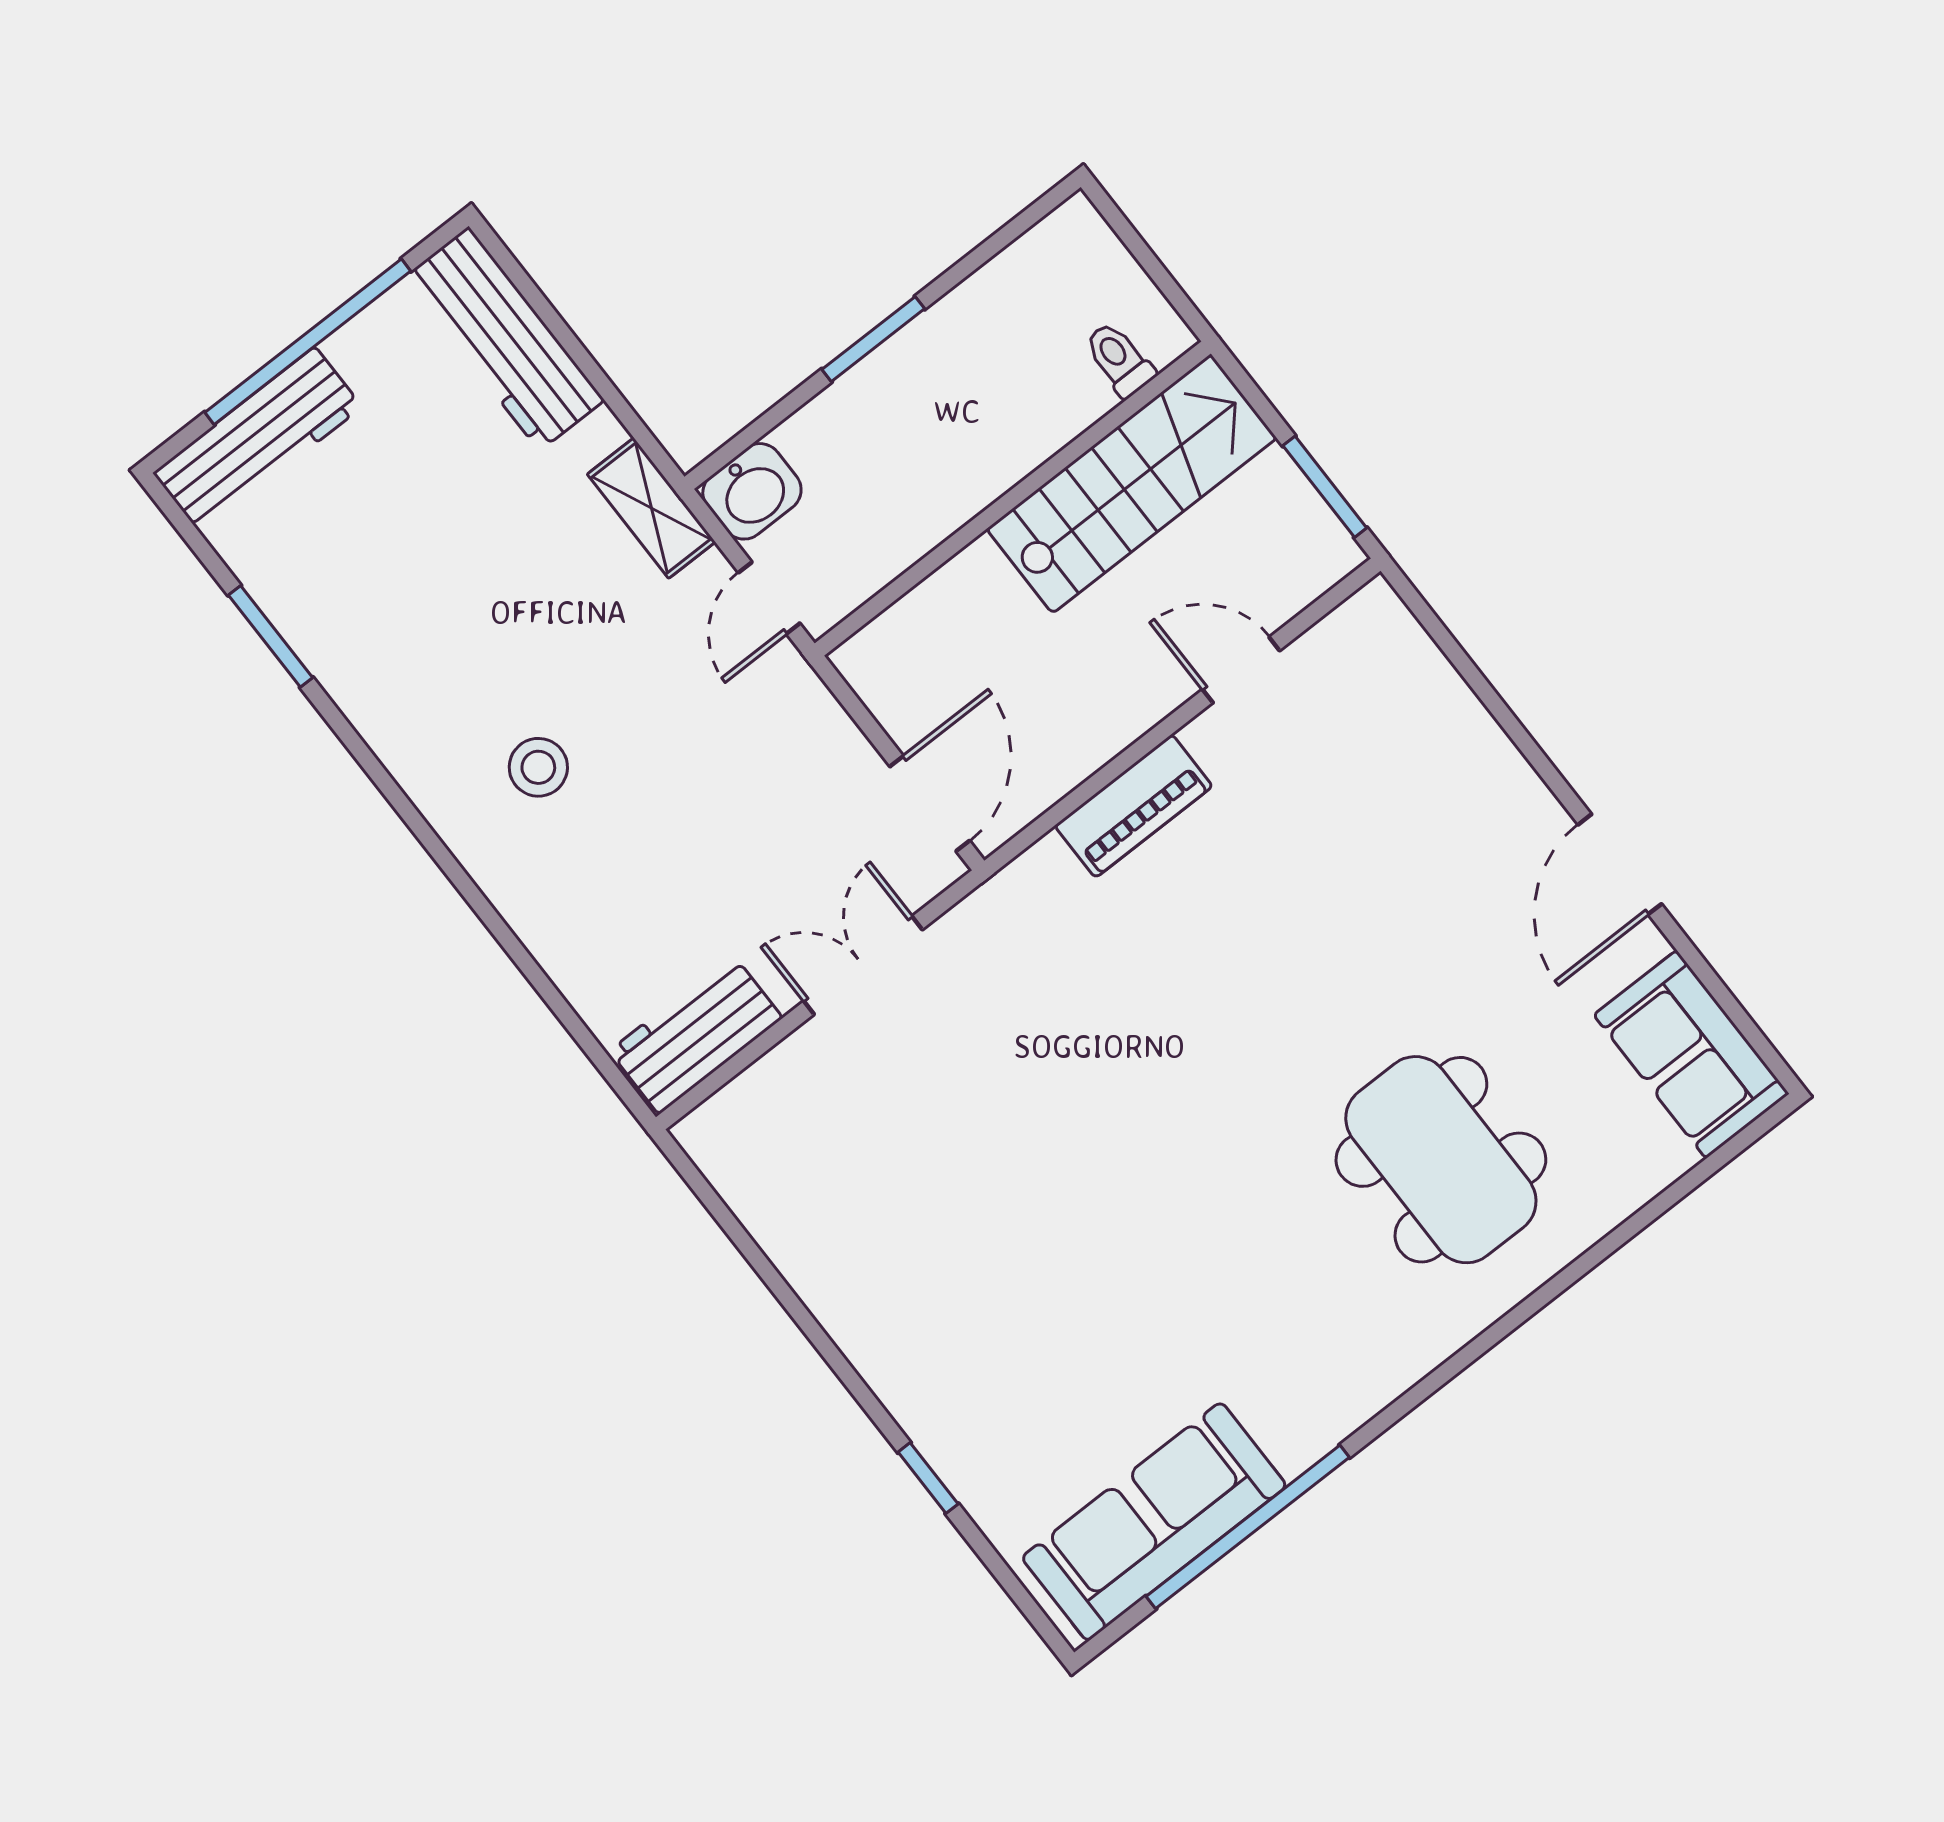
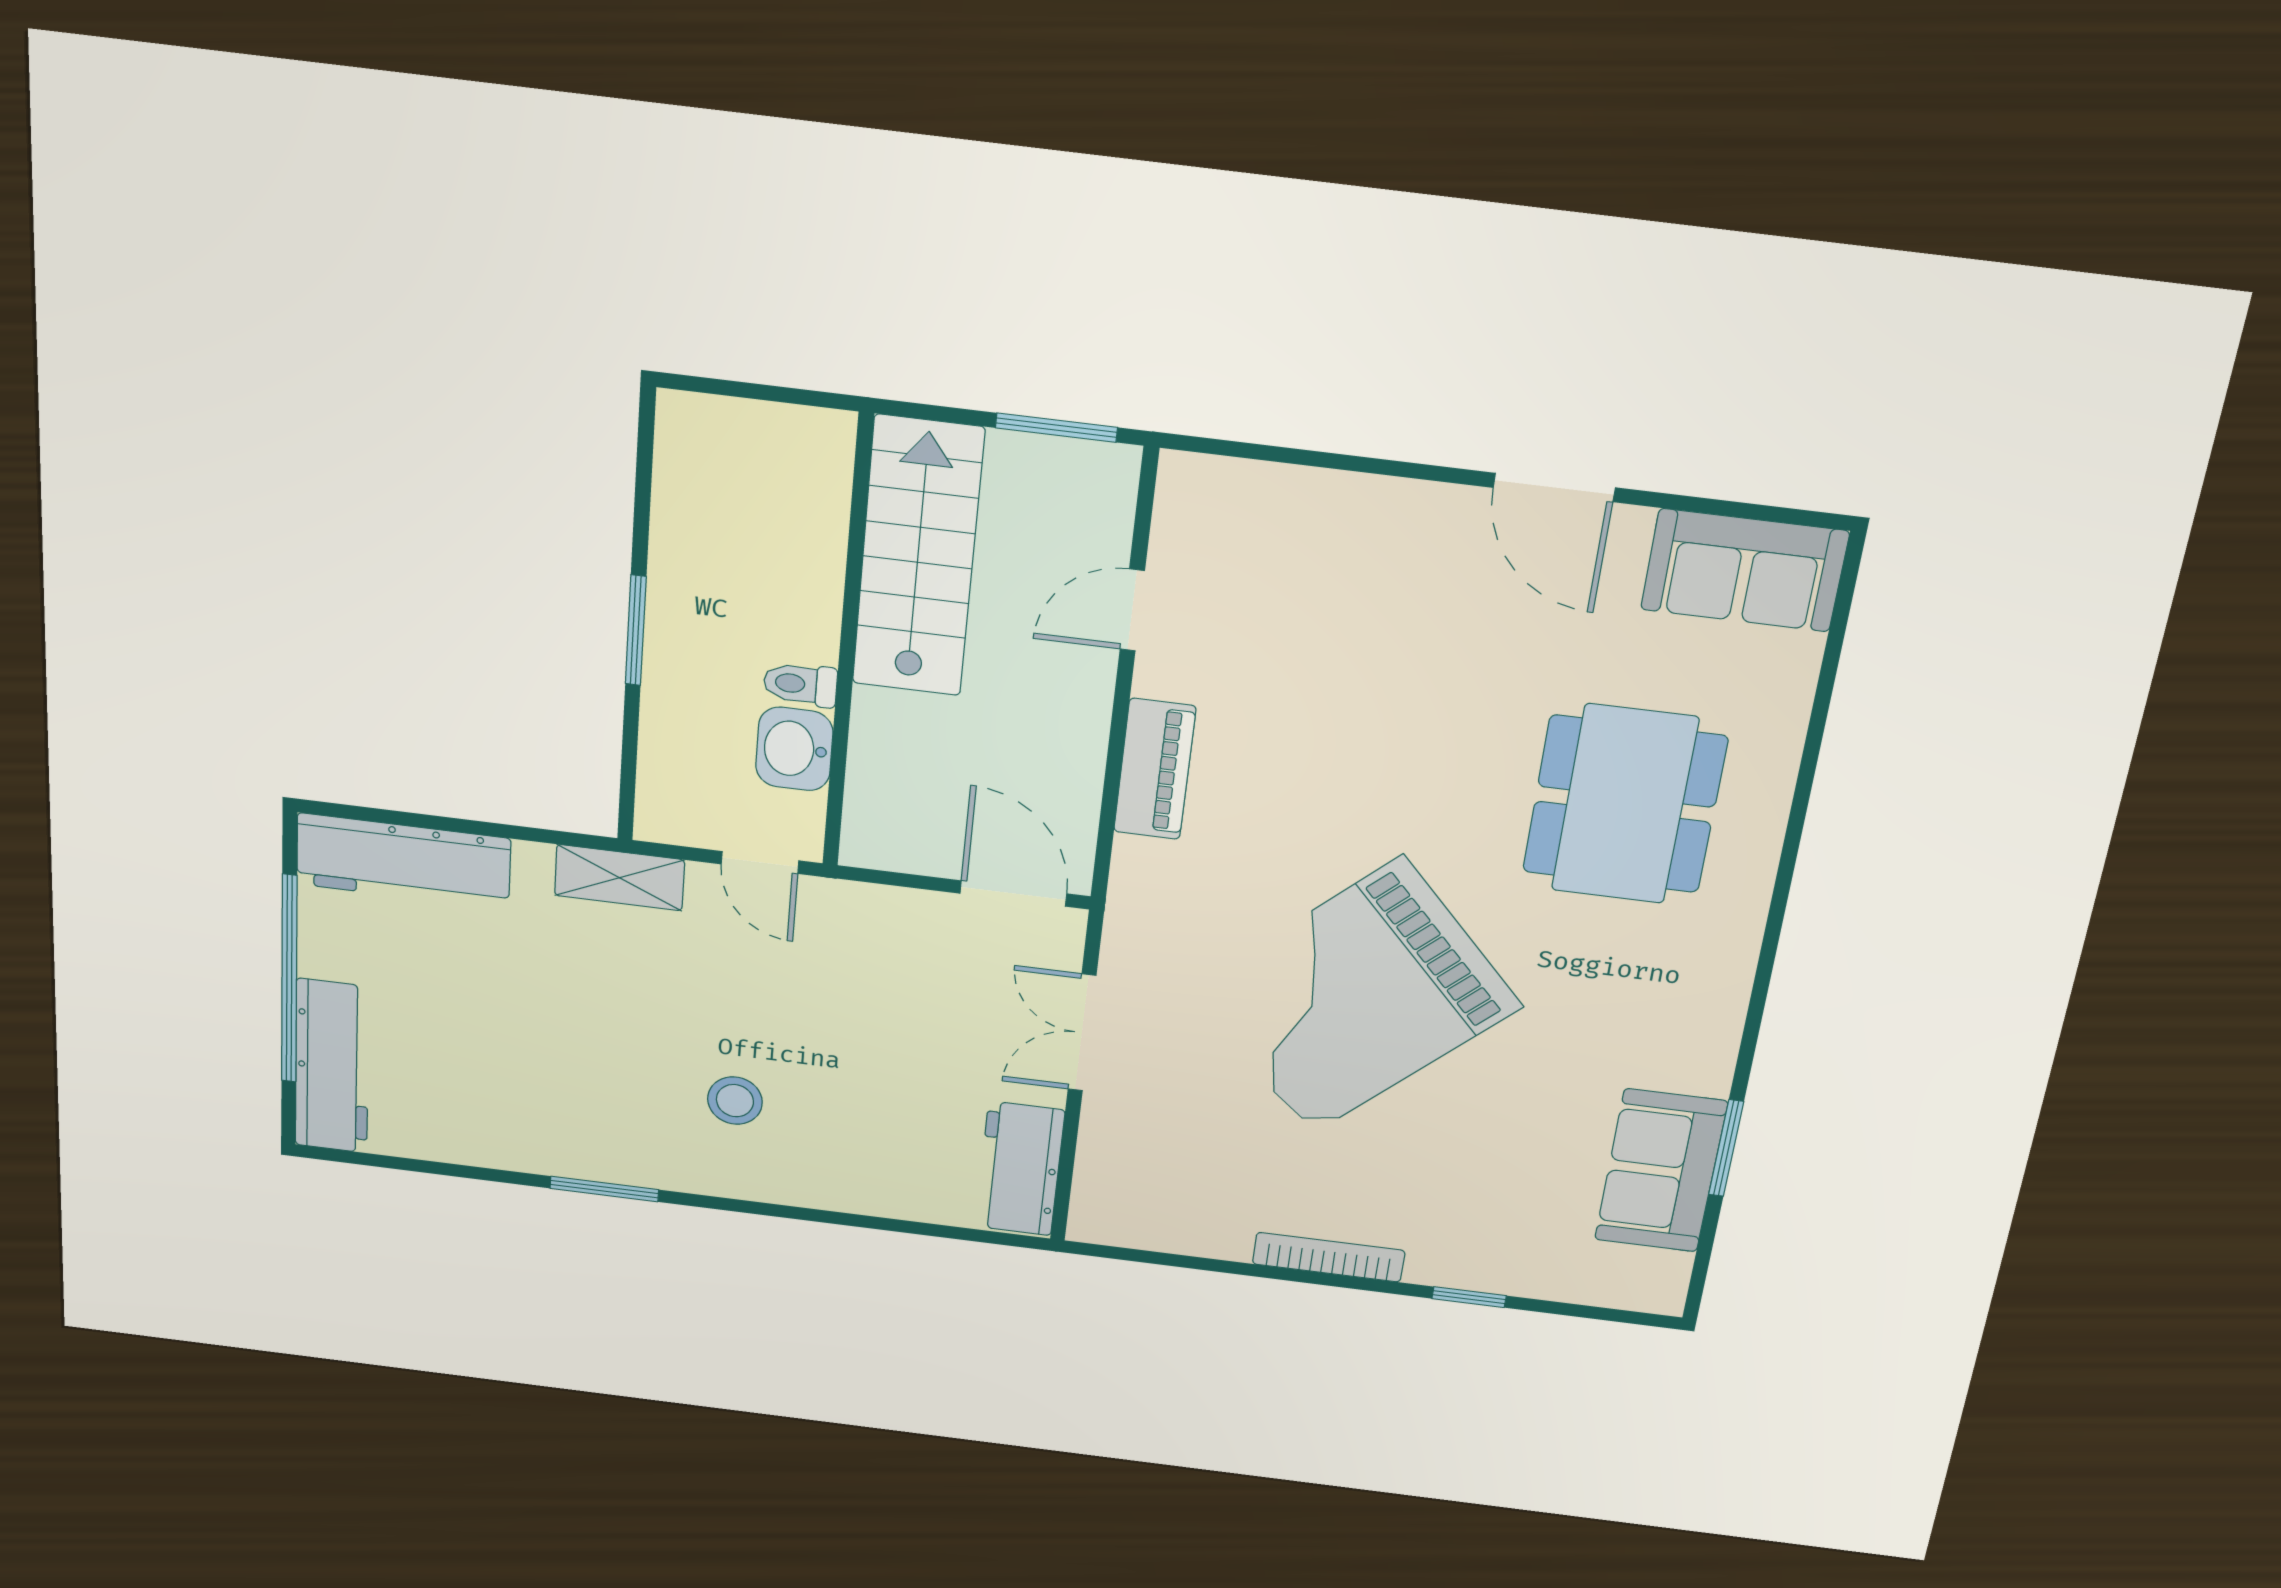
toilet: (1119, 359) -> (800, 684), moved
washbasin: (752, 491) -> (794, 749), moved, turned 180
window: (270, 636) -> (604, 1189), moved
grand piano: (1096, 1132) -> (1356, 997), added
dining table: (1441, 1160) -> (1625, 804), turned 90
bookcase: (855, 1339) -> (1329, 1257), added
sofa: (1154, 1522) -> (1661, 1171), width x0.73
window: (1248, 1527) -> (1726, 1148), width x0.47

